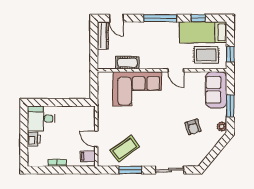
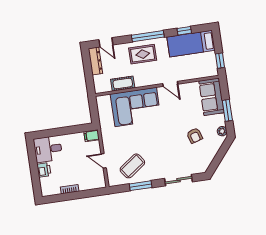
rug: (206, 55) -> (143, 54), moved
filing cabinet: (88, 156) -> (92, 136), moved

